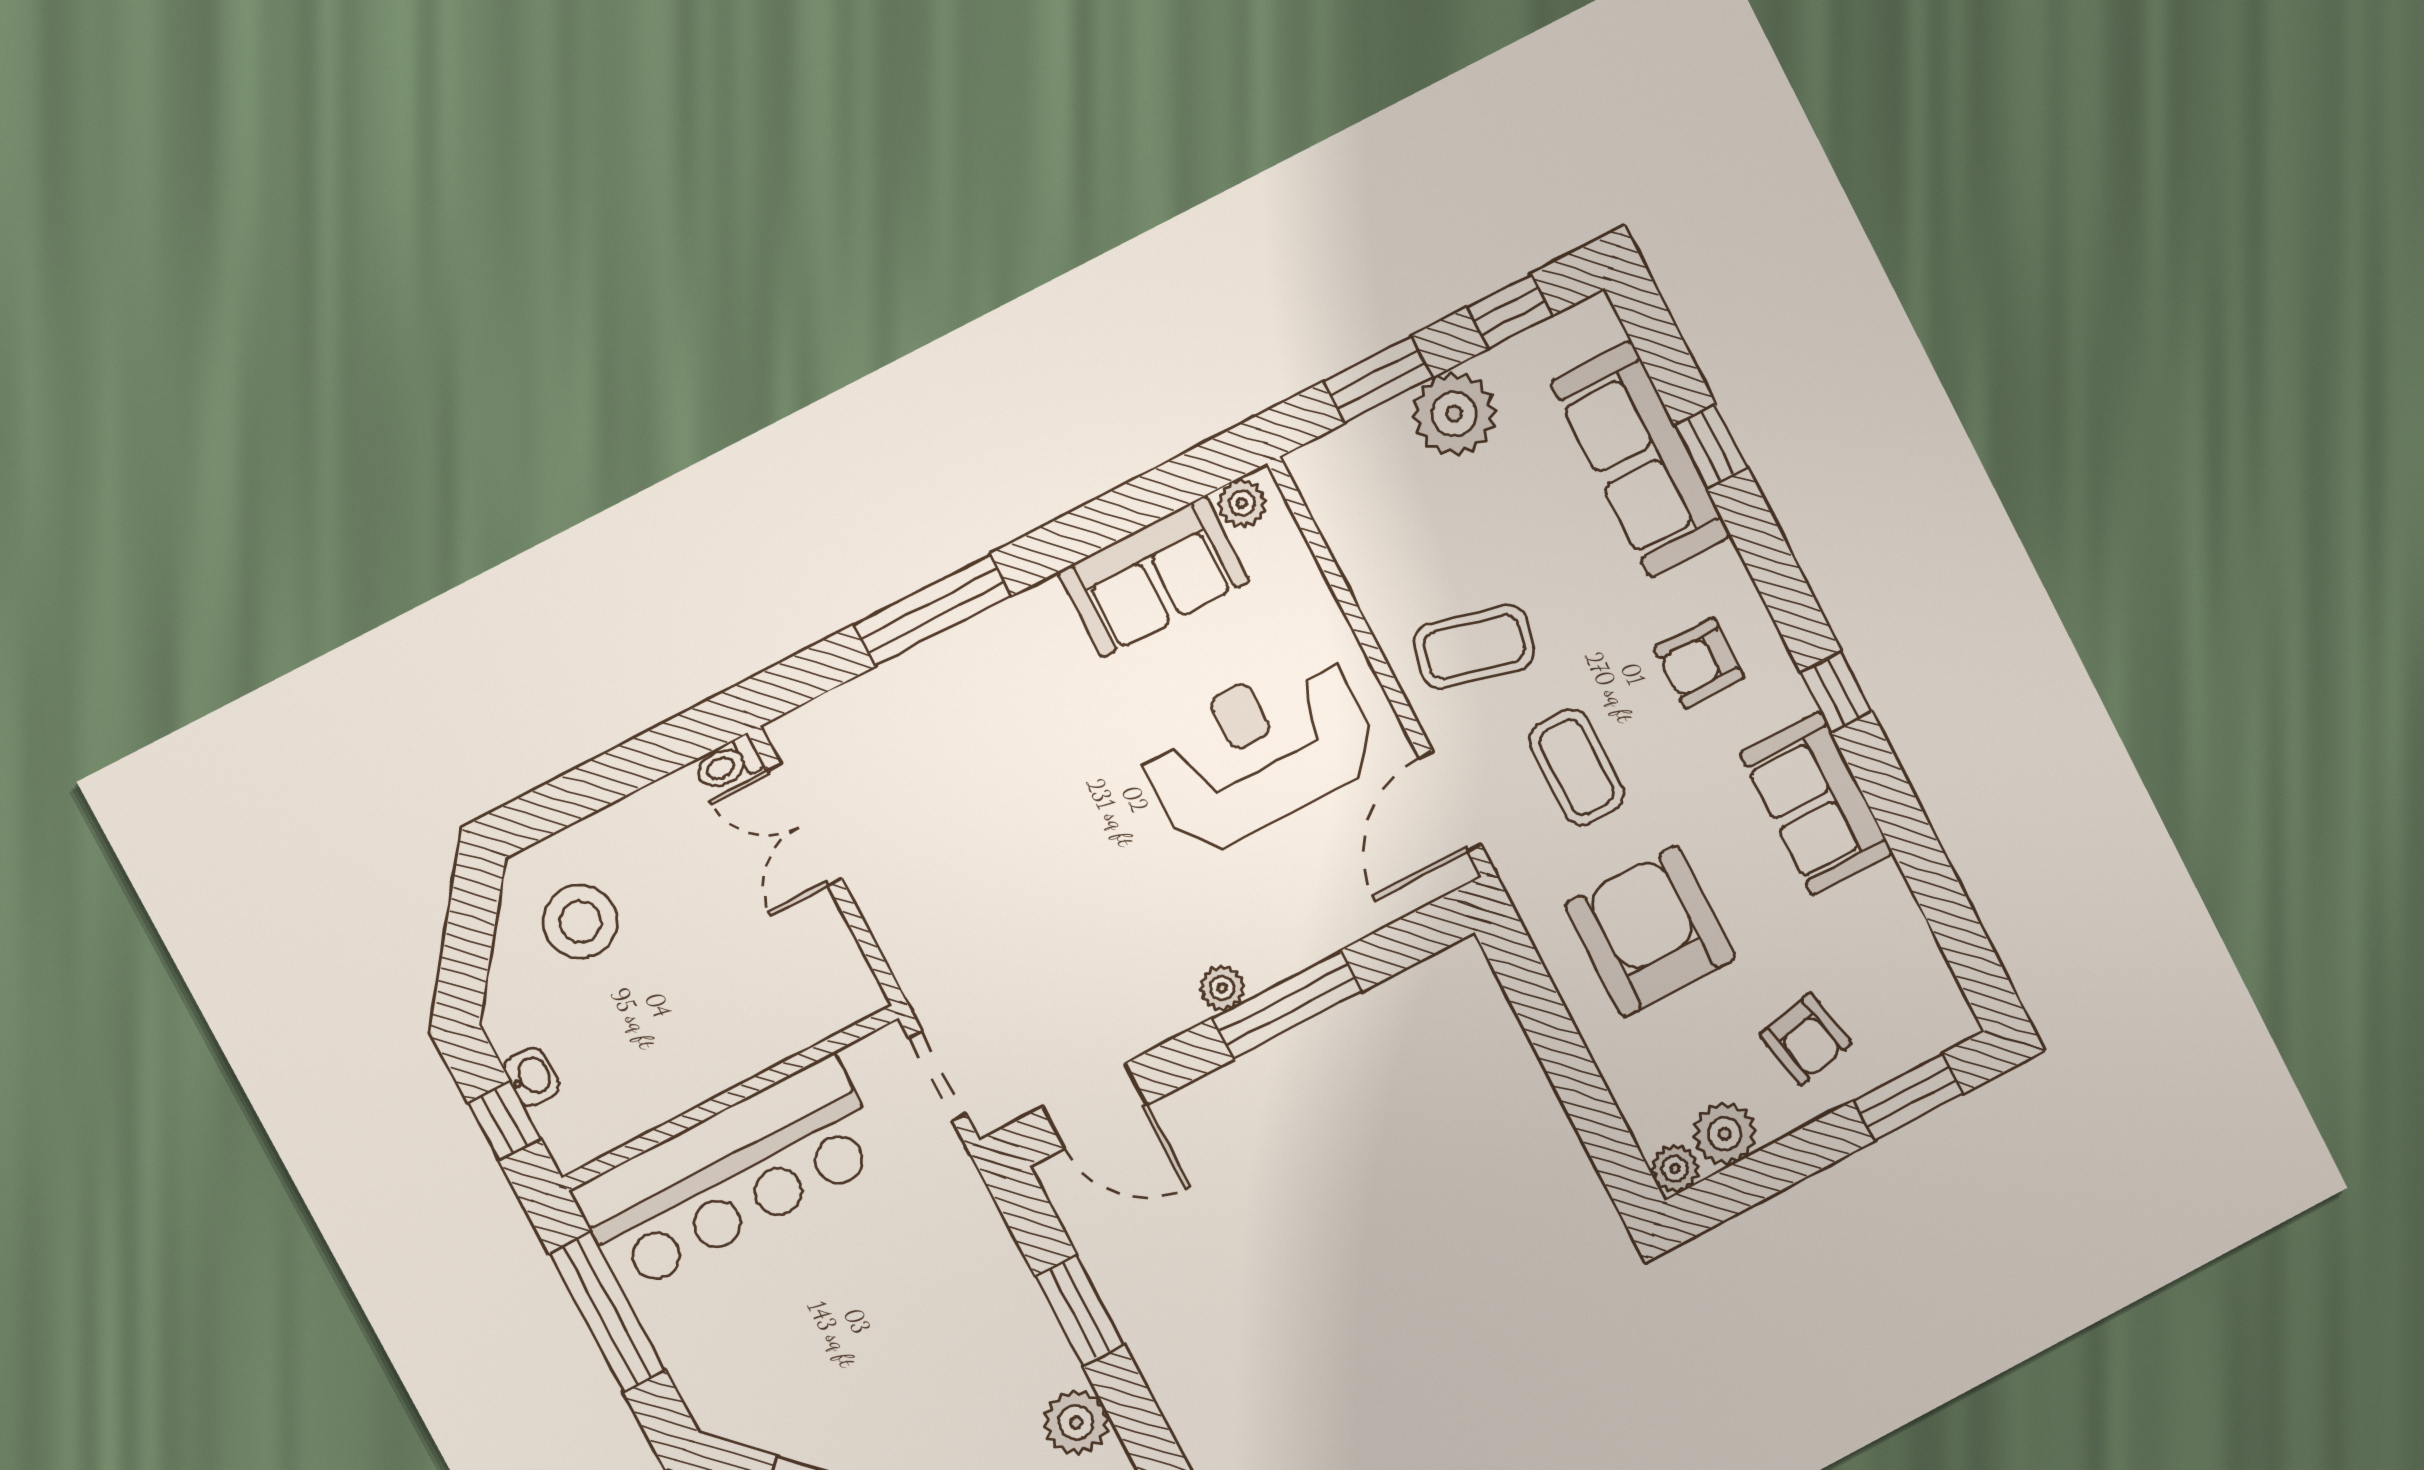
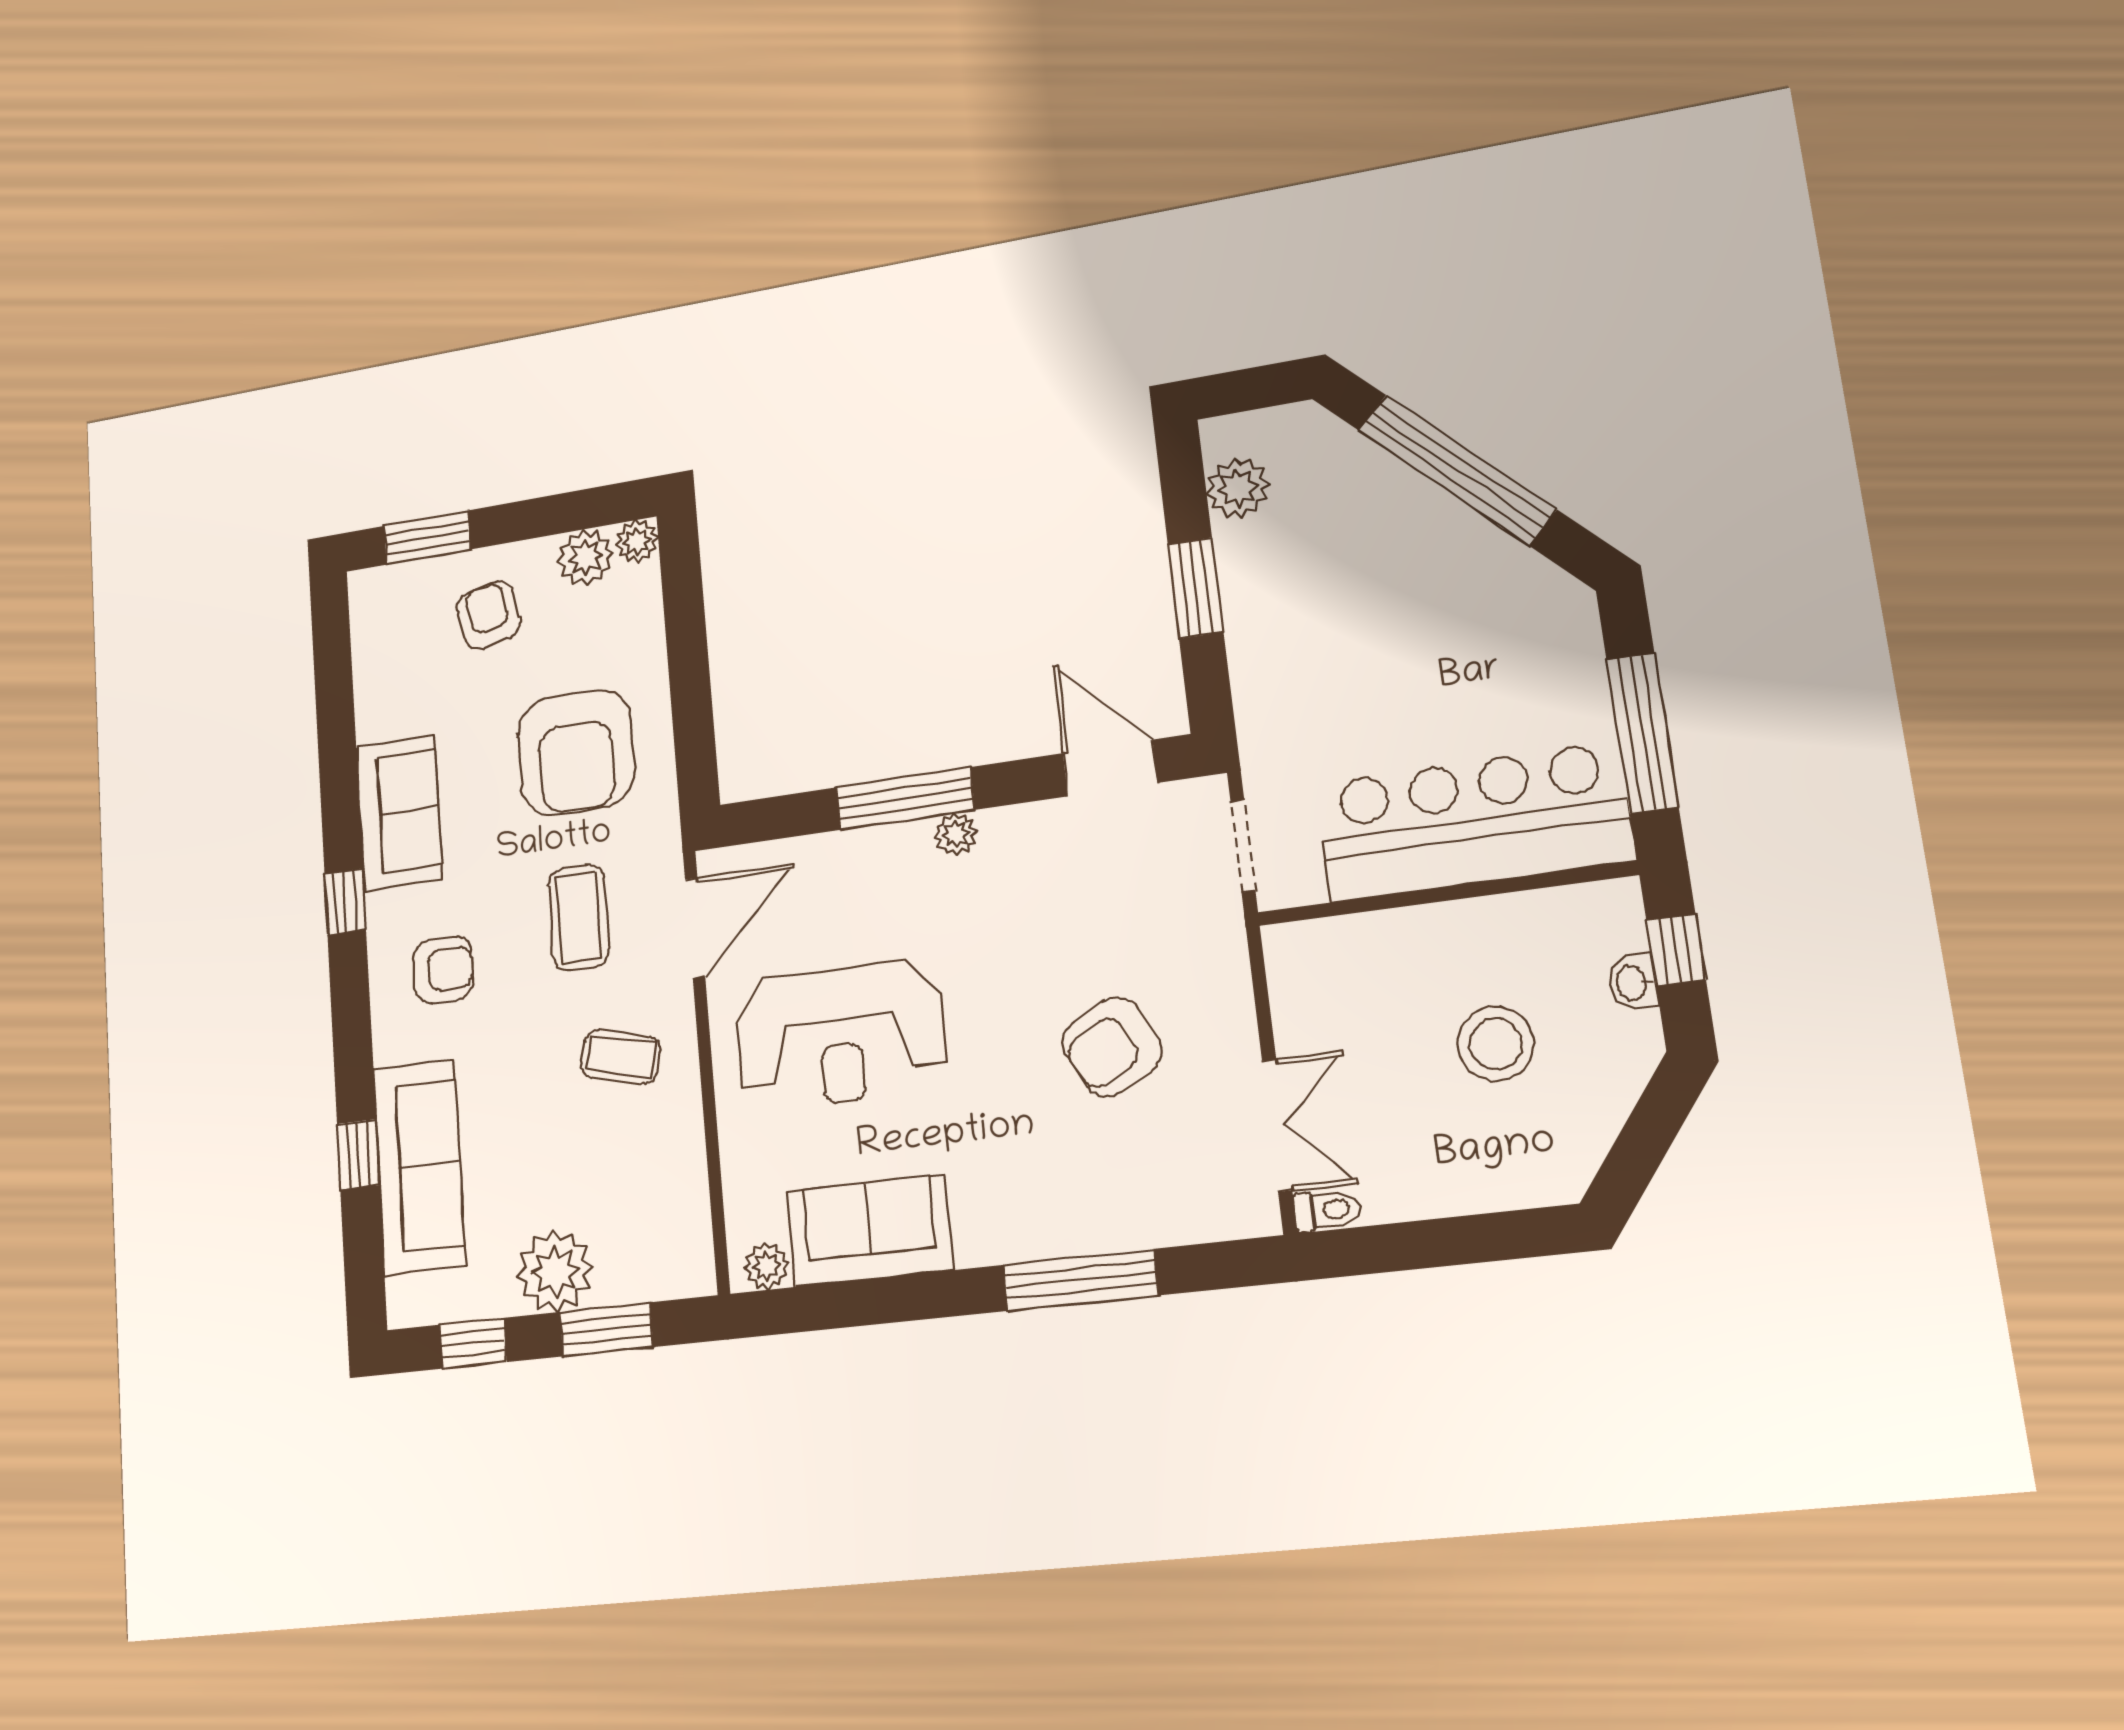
coffee table: (1474, 647) -> (621, 1057), width x0.73, depth x0.77
armchair: (988, 839) -> (1112, 1047), added
stool: (580, 922) -> (1496, 1044), moved

